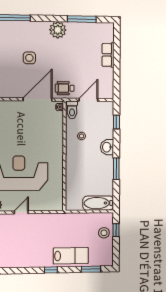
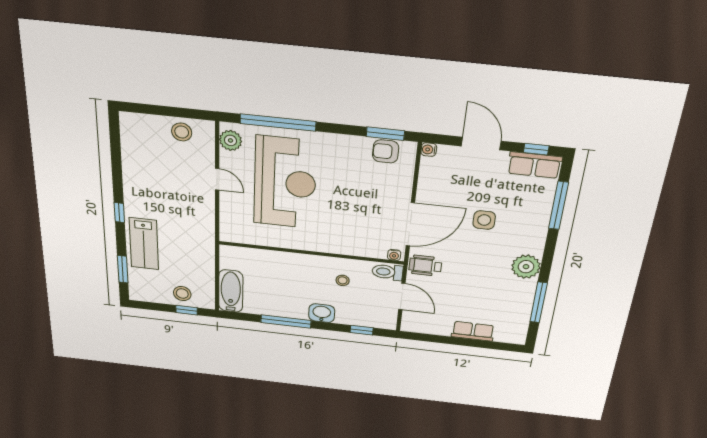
wheelchair: (65, 88) -> (425, 266), turned -90
door: (38, 100) -> (410, 224), hinge flipped
window: (116, 169) -> (286, 322), width x1.44

